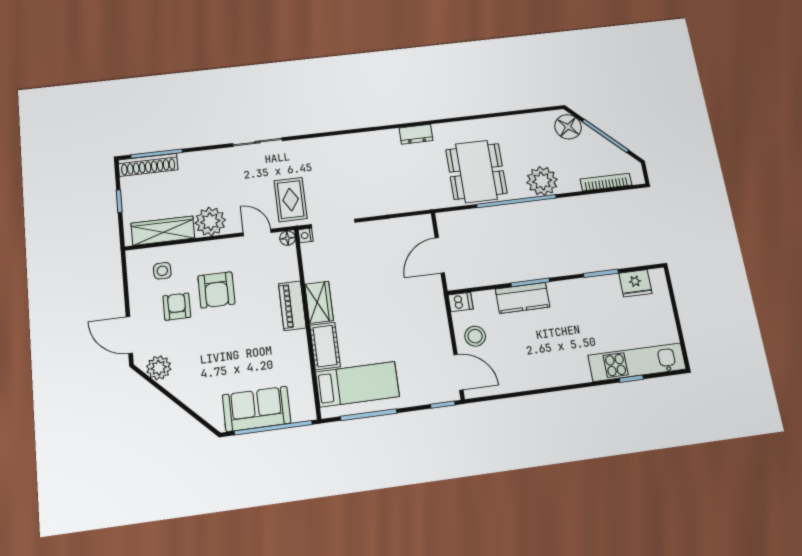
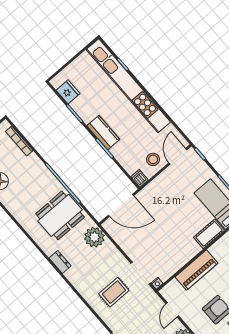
plant: (542, 181) -> (94, 237), moved
rug: (291, 200) -> (114, 292), moved
floor lamp: (287, 238) -> (165, 292), removed
door: (440, 255) -> (121, 205), width x1.36
kitchen counter: (523, 298) -> (103, 133), moved
wardrobe: (319, 302) -> (188, 252), removed
piano: (292, 306) -> (196, 270), width x1.37, depth x1.33
kitchen unit: (637, 362) -> (128, 86), width x1.86

